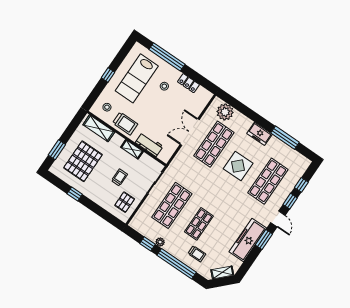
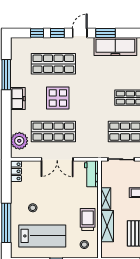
locker: (188, 83) -> (16, 171), moved
shelving: (99, 128) -> (107, 226), moved
workbench: (149, 144) -> (91, 174), moved

